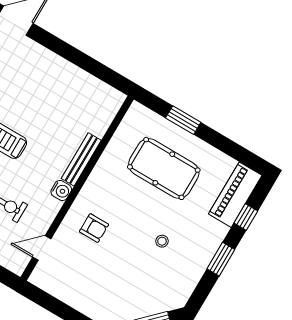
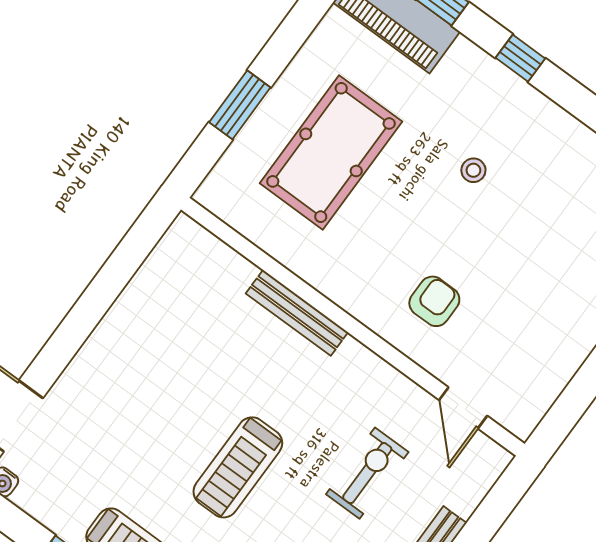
water cooler: (61, 191) -> (354, 358), removed
window: (221, 259) -> (520, 58), width x0.67

